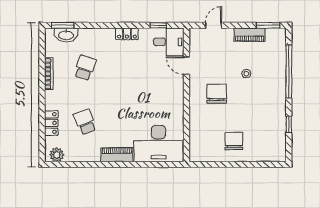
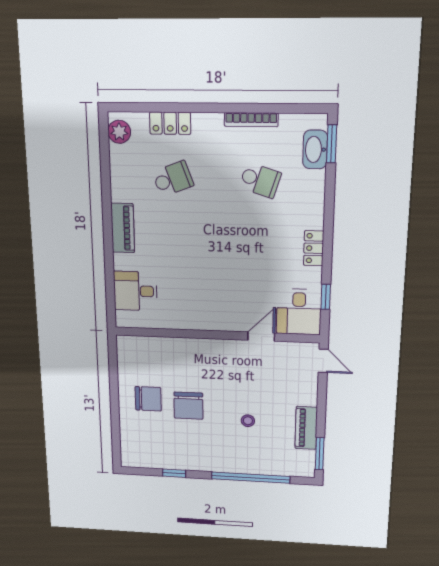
door: (214, 25) -> (323, 361), moved
chair: (217, 94) -> (188, 406), moved, turned 90
desk: (158, 143) -> (135, 291), width x0.53, depth x0.77

